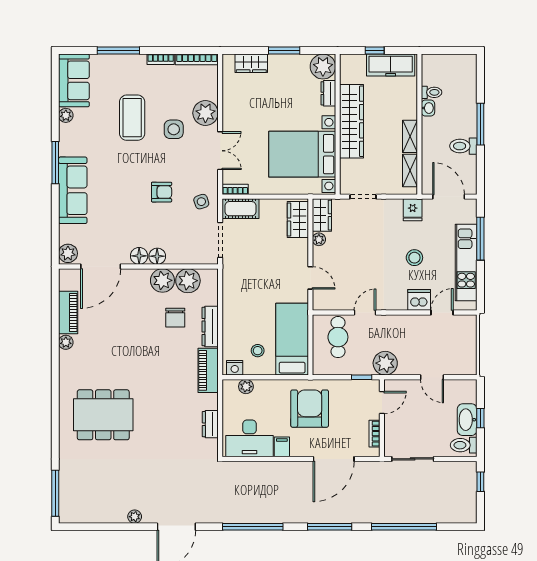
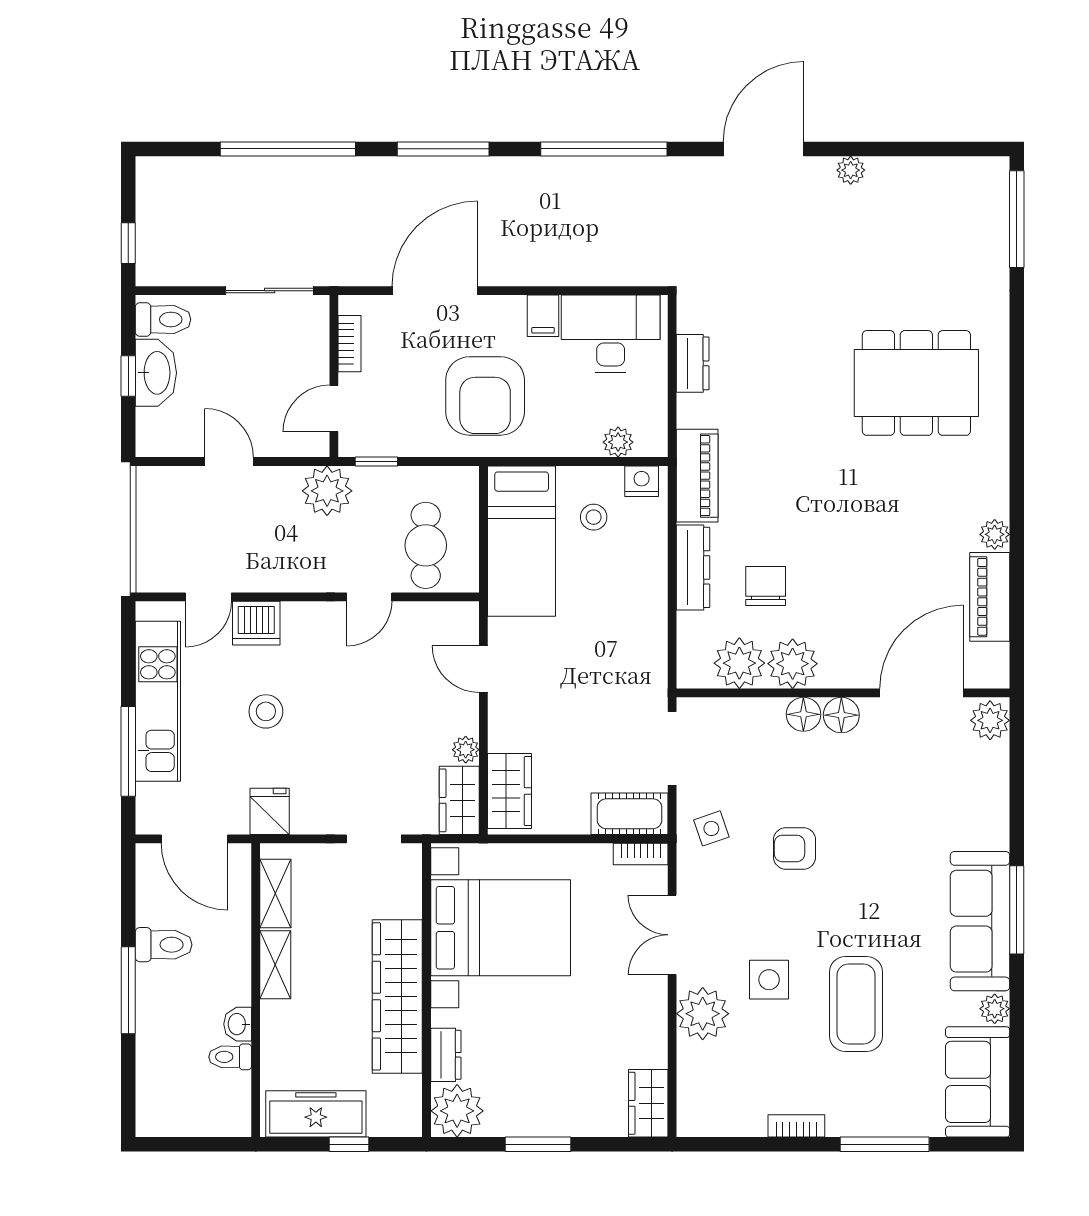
bookcase: (197, 59) -> (721, 1126), removed
wardrobe: (251, 63) -> (648, 1103), moved, turned -90
sofa: (73, 190) -> (980, 921), moved

